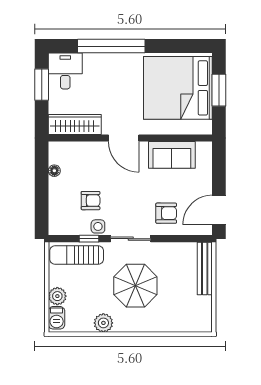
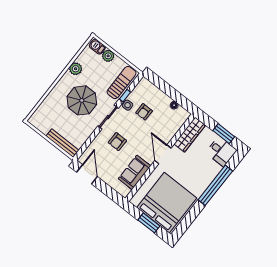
door: (124, 138) -> (163, 154), hinge flipped
armchair: (166, 213) -> (117, 142), moved

